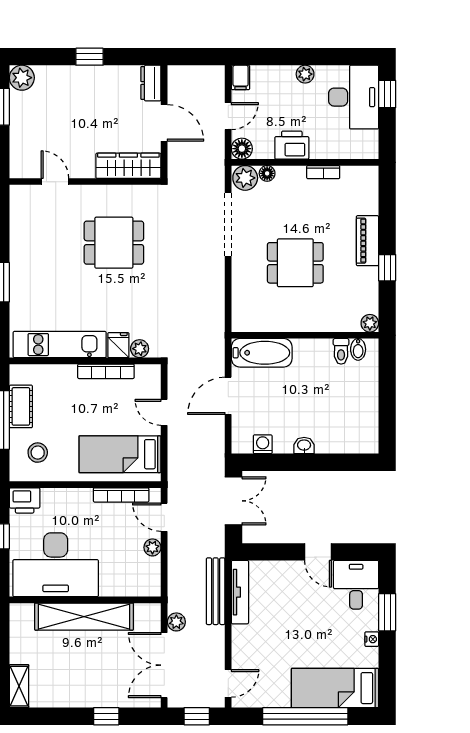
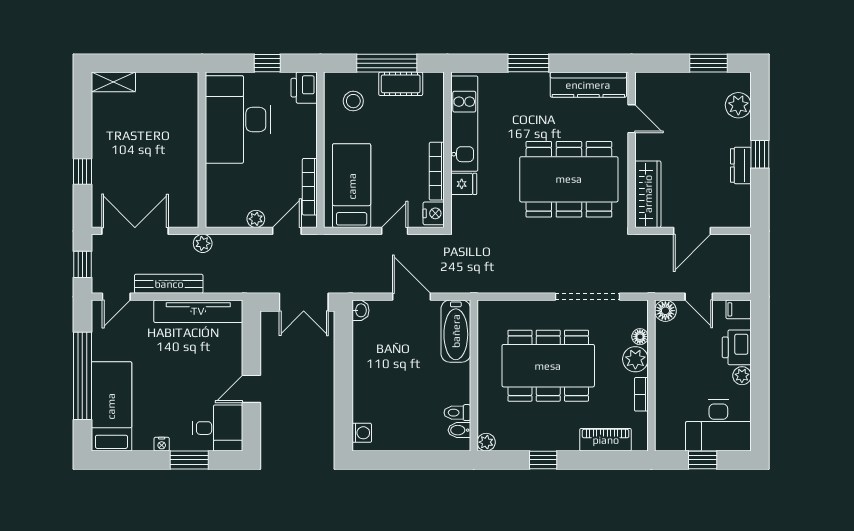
plant: (22, 78) -> (738, 105), moved
dresser: (151, 83) -> (741, 165), moved, turned -90
window: (387, 94) -> (703, 460), moved
printer: (292, 145) -> (737, 347), moved, turned 180
plant: (245, 178) -> (635, 359), moved
door: (55, 182) -> (632, 119), hinge flipped
kitchen counter: (22, 224) -> (588, 85), added
piano: (367, 241) -> (606, 440), moved
dining table: (114, 243) -> (569, 179), width x1.88, depth x1.24
dining table: (295, 263) -> (548, 366), width x1.88, depth x1.24
plant: (140, 349) -> (460, 206), removed
nightstand: (147, 374) -> (434, 213), added
washing machine: (263, 444) -> (362, 433), moved
washbasin: (304, 446) -> (361, 310), moved
bench: (216, 591) -> (169, 284), moved
tv unit: (240, 592) -> (198, 311), width x1.36, depth x1.29
shelving: (84, 617) -> (185, 149), removed
plant: (176, 622) -> (203, 243), moved
door: (228, 683) -> (116, 297), hinge flipped

